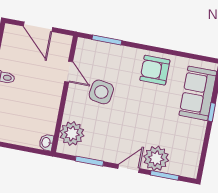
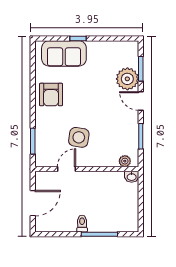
plant: (72, 134) -> (125, 161), width x0.53, depth x0.53

